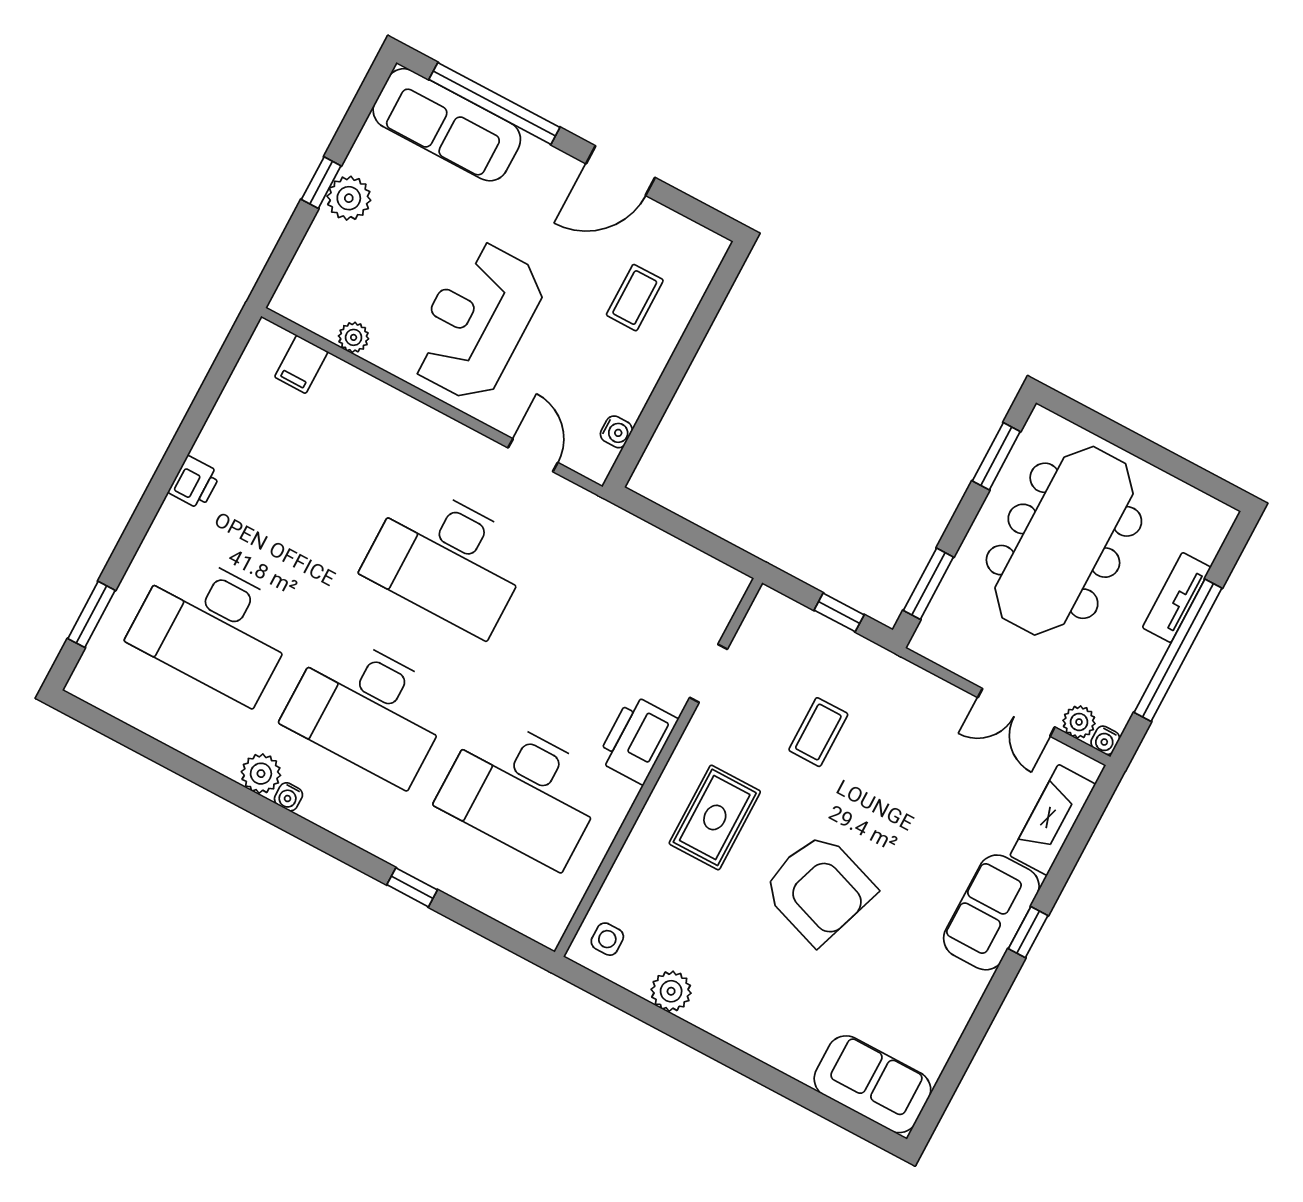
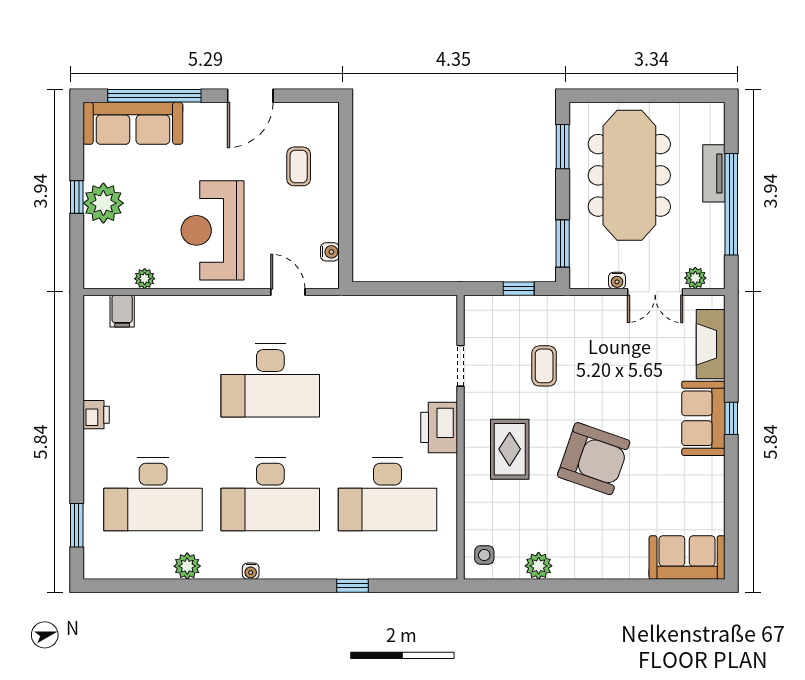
plant: (349, 198) -> (103, 203), width x1.36, depth x1.36
water cooler: (1105, 740) -> (617, 281), moved
plant: (261, 774) -> (187, 566), moved

